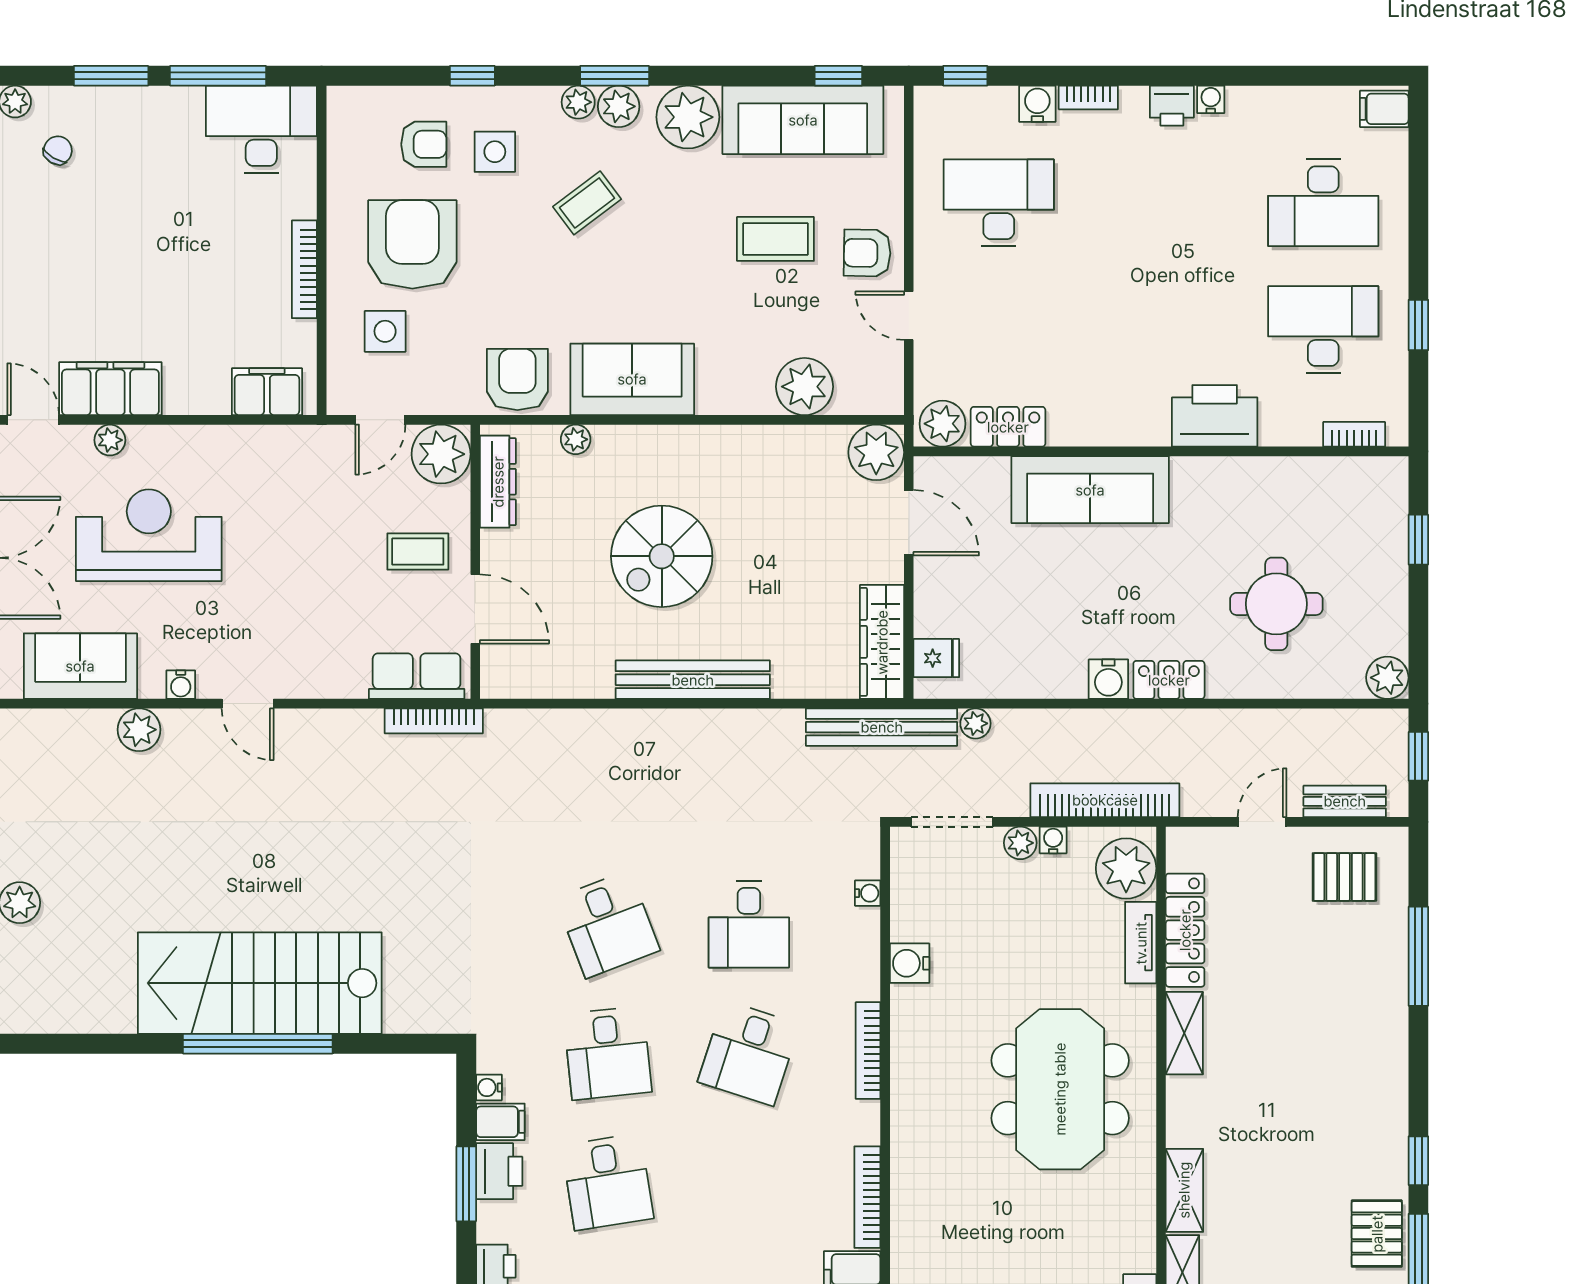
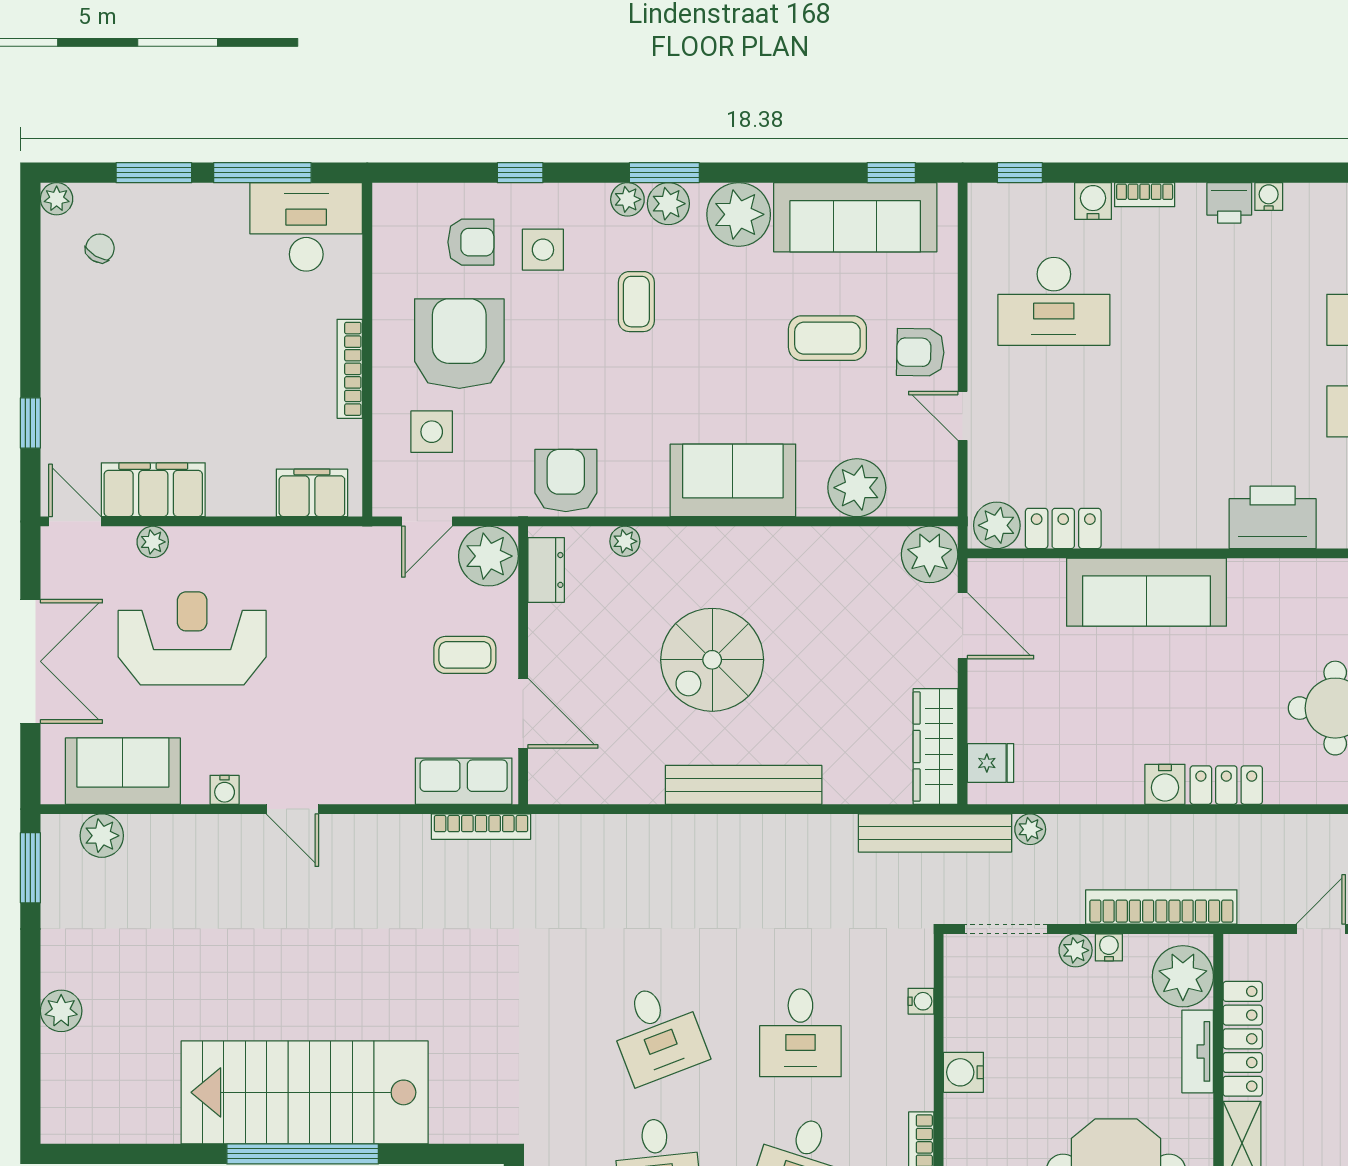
coffee table: (587, 203) -> (636, 302), turned -53
desk: (999, 203) -> (1054, 301), turned 180
sofa: (632, 379) -> (733, 480), moved
dresser: (498, 482) -> (546, 570), width x0.70
plant: (139, 730) -> (102, 836), moved

